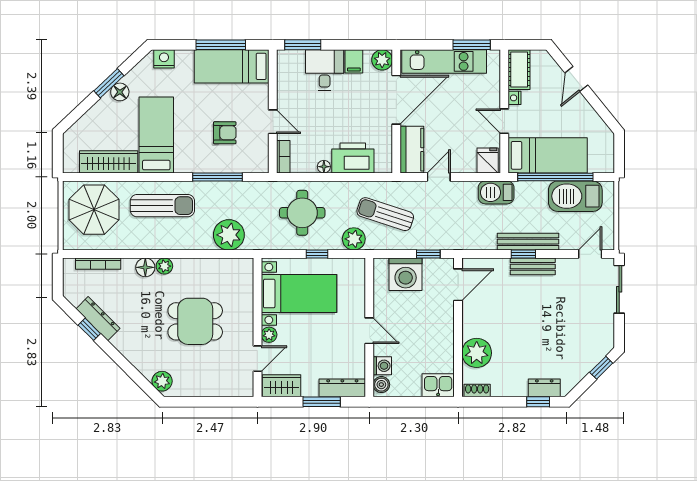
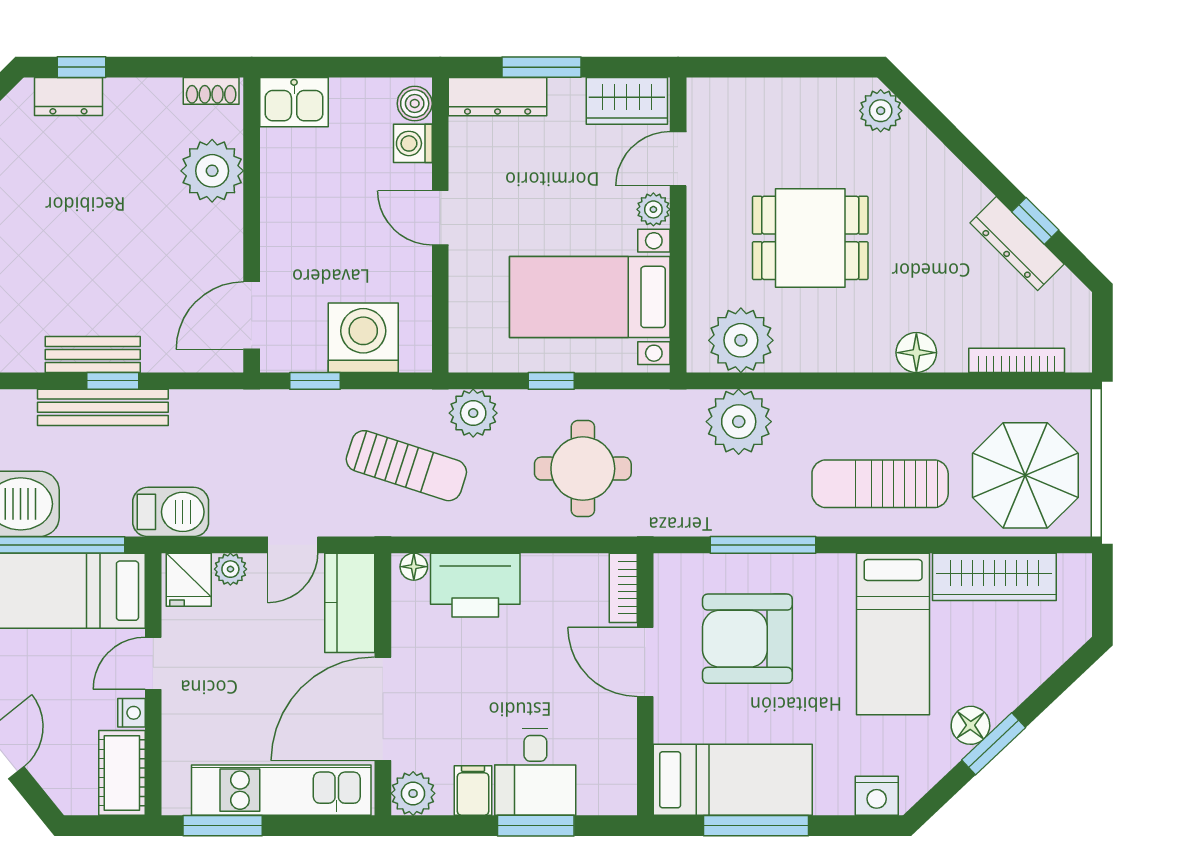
window: (303, 45) -> (536, 826), moved
door: (504, 121) -> (153, 663), swing flipped
door: (273, 122) -> (645, 662), width x1.38
armchair: (225, 133) -> (747, 639), width x1.88, depth x1.88
plant: (468, 165) -> (230, 569), added
floor lamp: (324, 167) -> (414, 567), moved
plant: (164, 266) -> (741, 340), moved, width x1.87, depth x1.87

